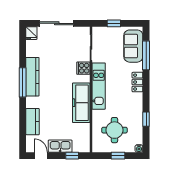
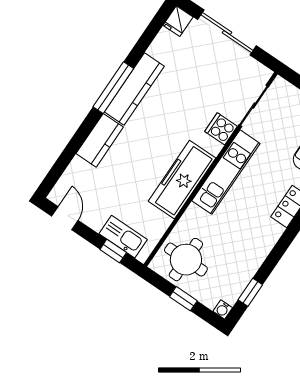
window: (146, 119) -> (250, 292), moved
kitchen counter: (33, 122) -> (100, 140), moved
round table: (114, 130) -> (186, 260), moved
kitchen sink: (60, 146) -> (123, 237), moved

